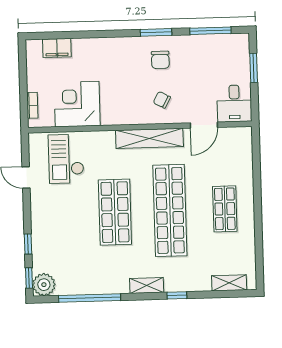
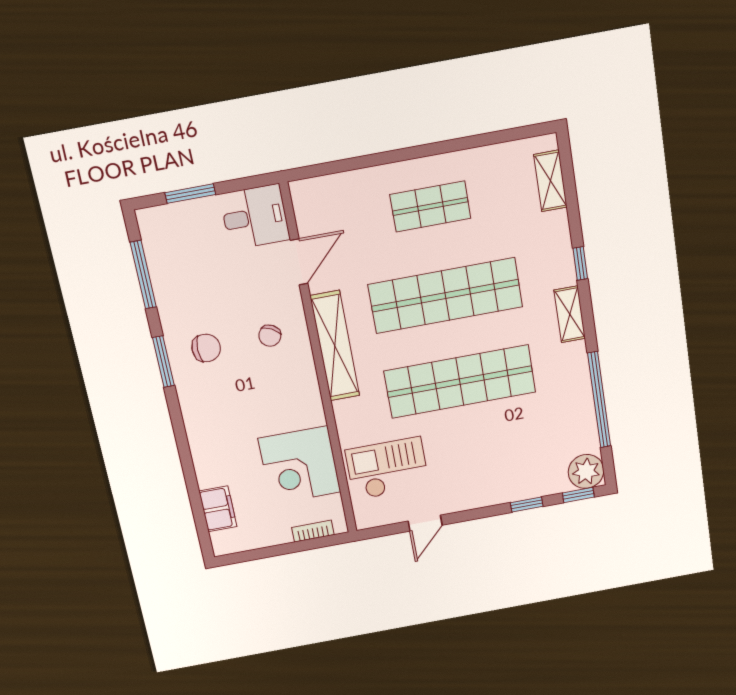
door: (204, 125) -> (299, 262), hinge flipped
checkout: (66, 159) -> (387, 469), turned 180
shop shelf: (115, 212) -> (460, 382), width x1.40

